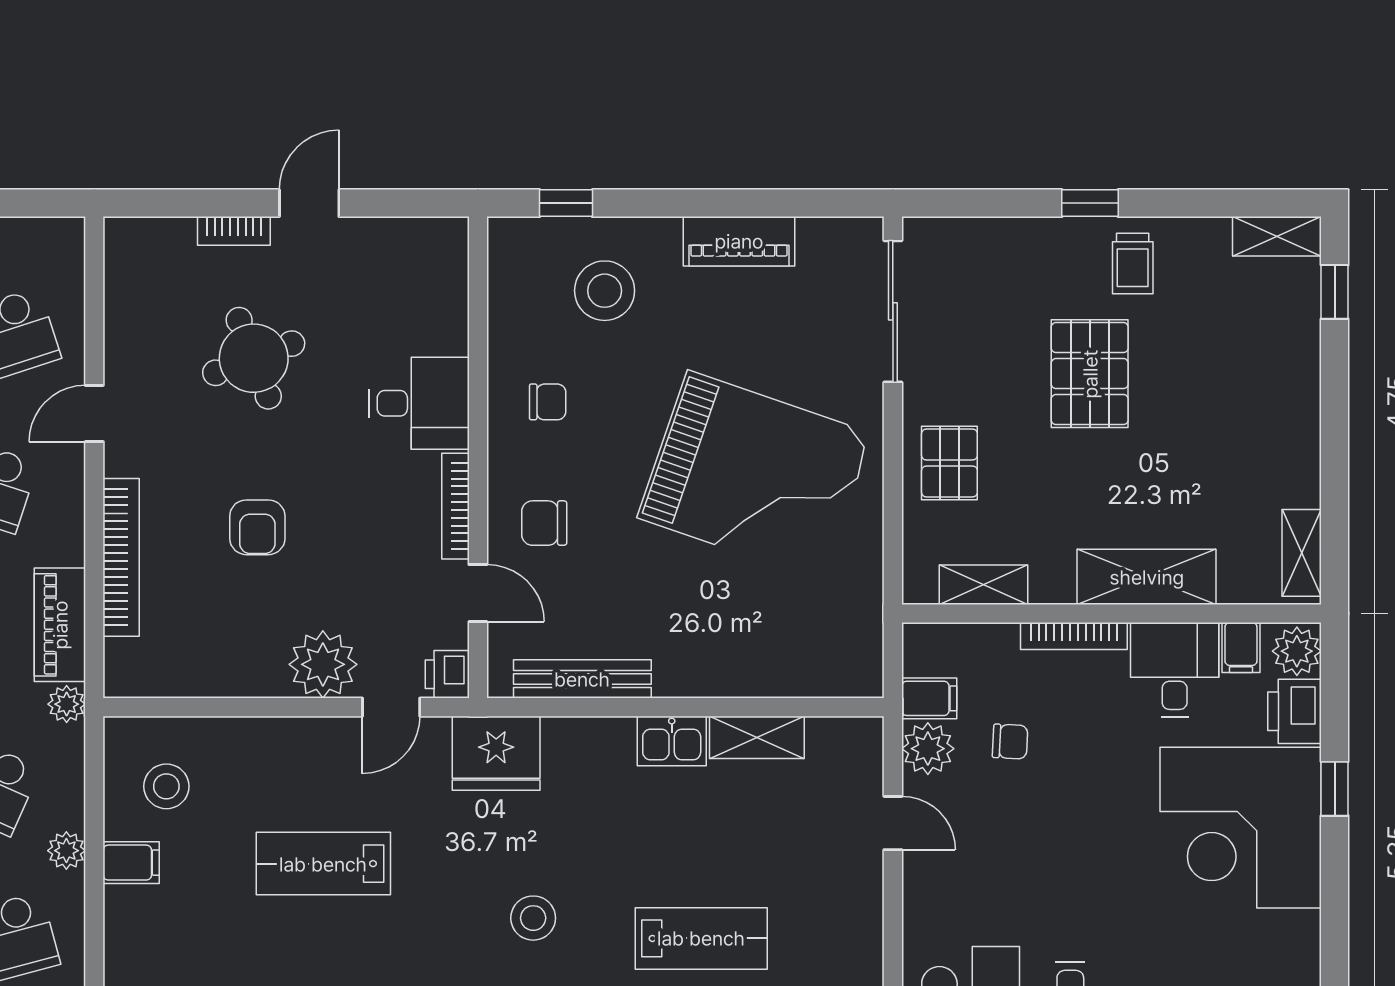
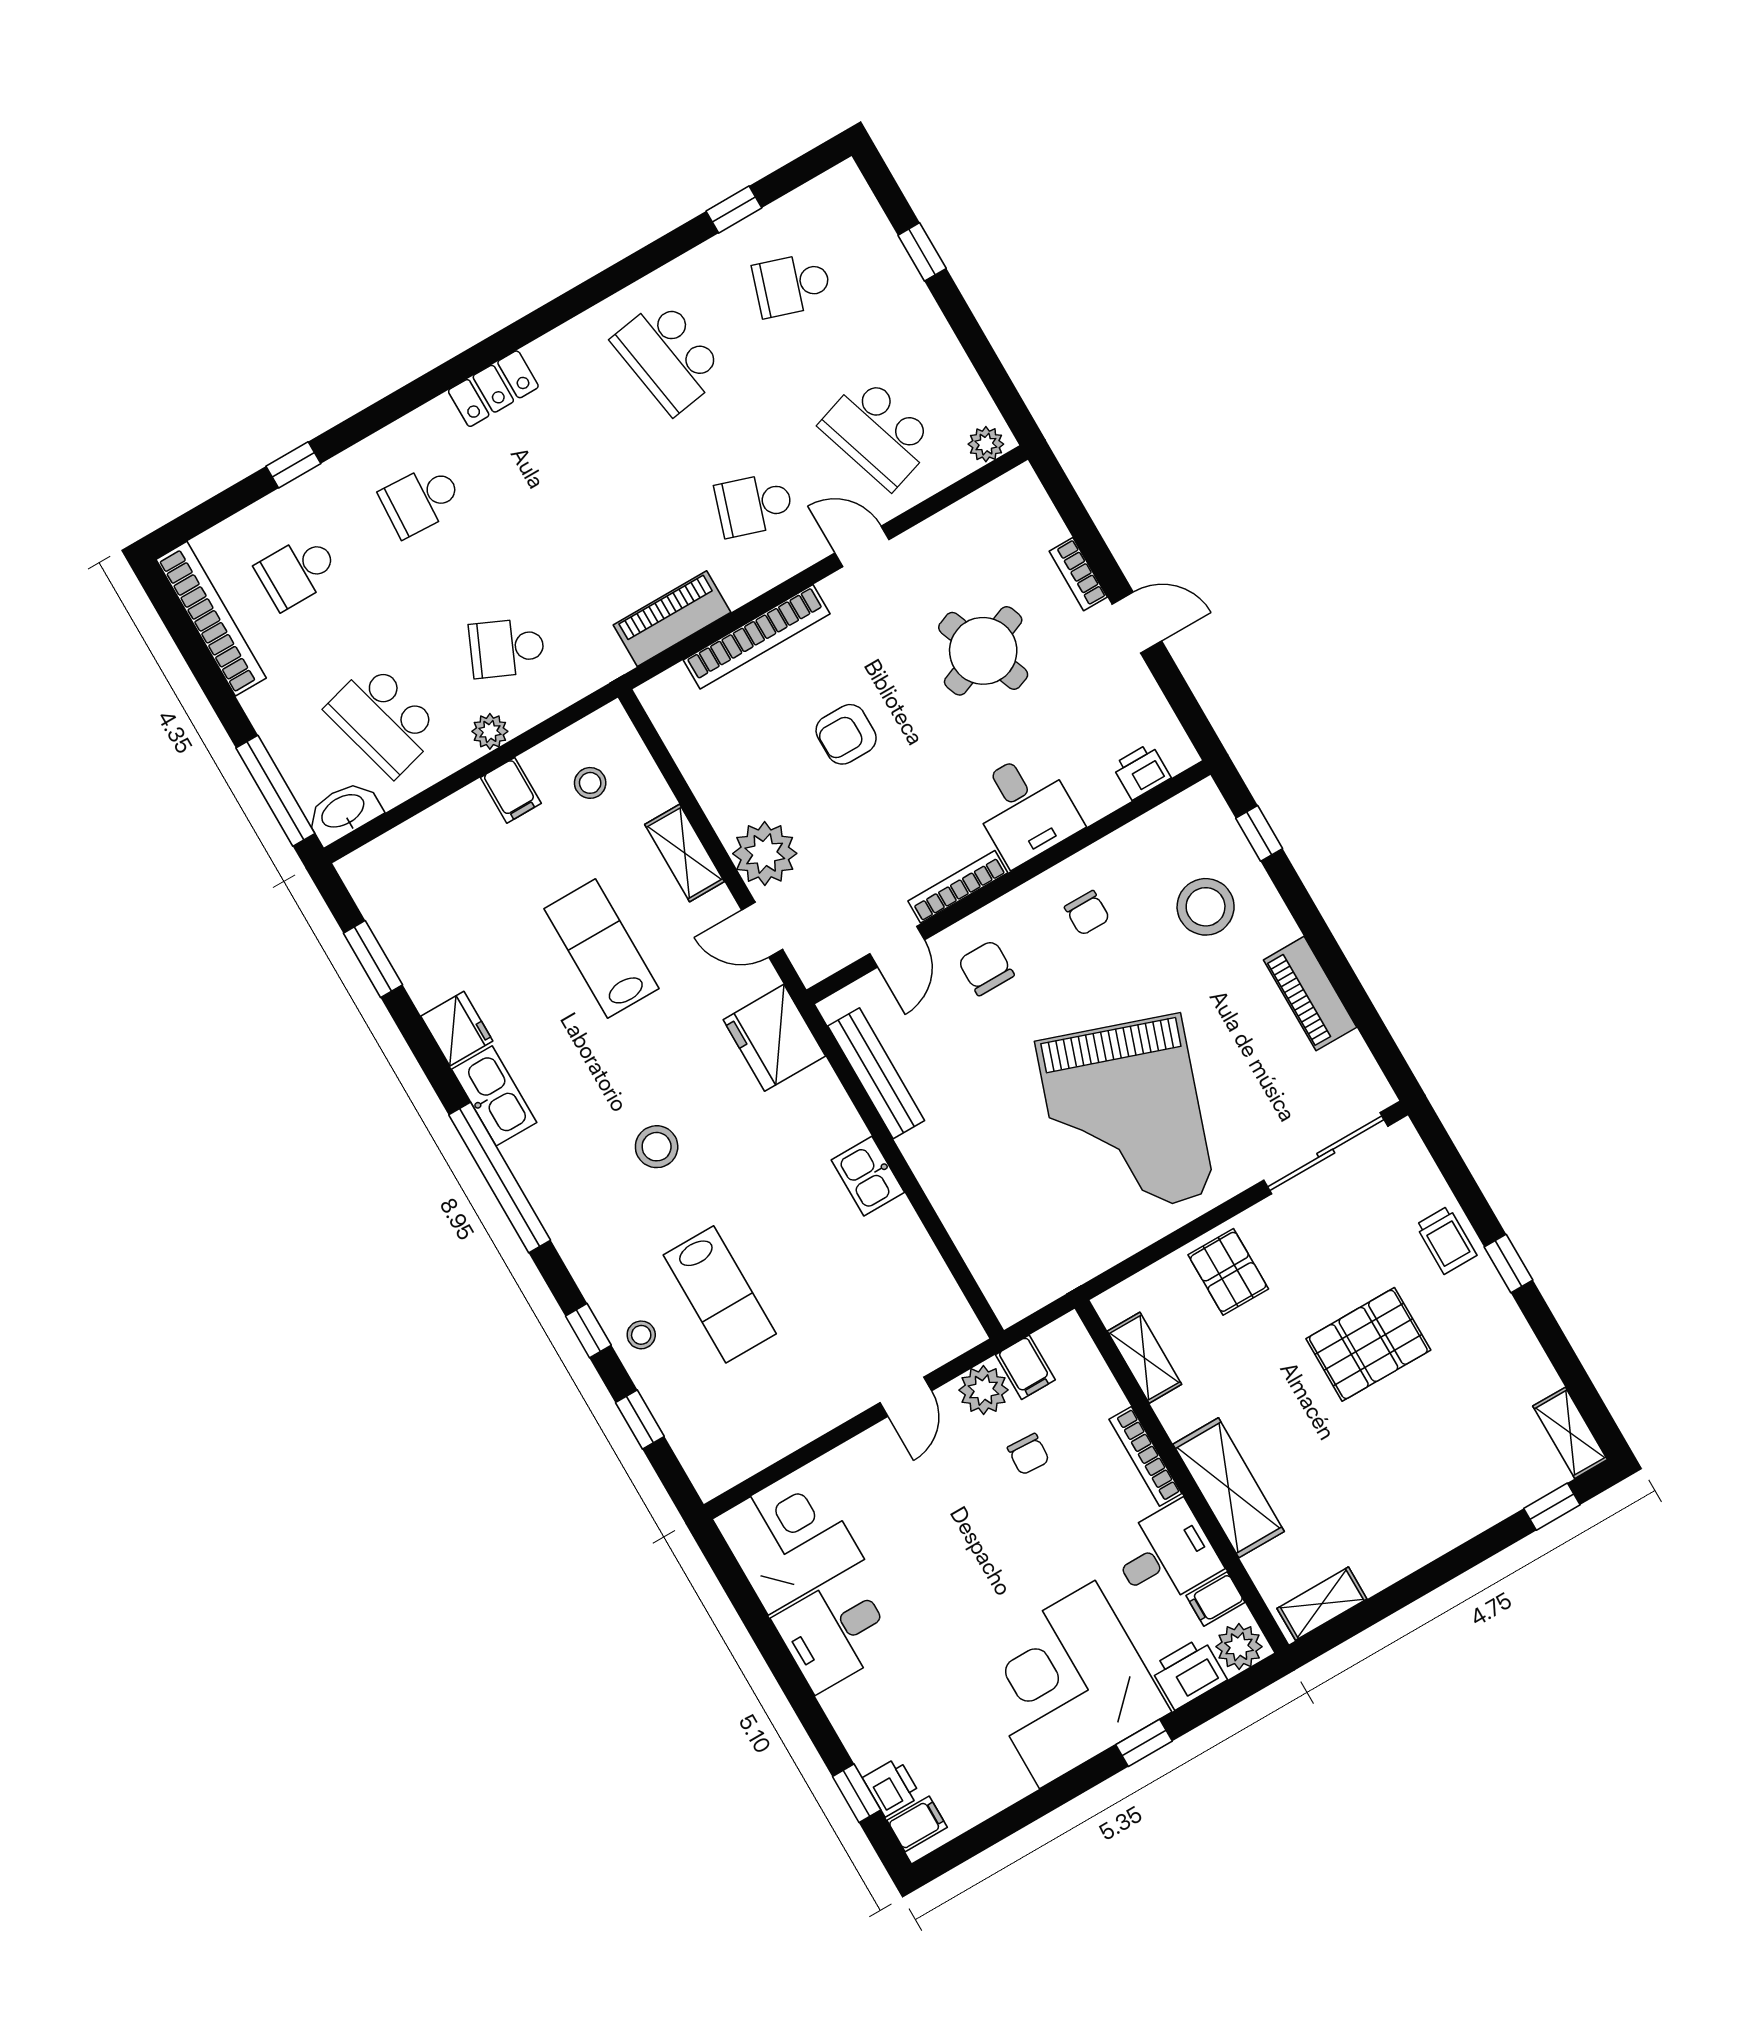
trolley: (1133, 263) -> (1446, 1240), moved, turned -90
pallet: (949, 463) -> (1228, 1272), turned 90
printer: (447, 674) -> (1141, 771), moved
plant: (67, 704) -> (986, 444), moved
shelving: (757, 737) -> (685, 853), moved
stool: (166, 786) -> (590, 783), width x0.73, depth x0.73

